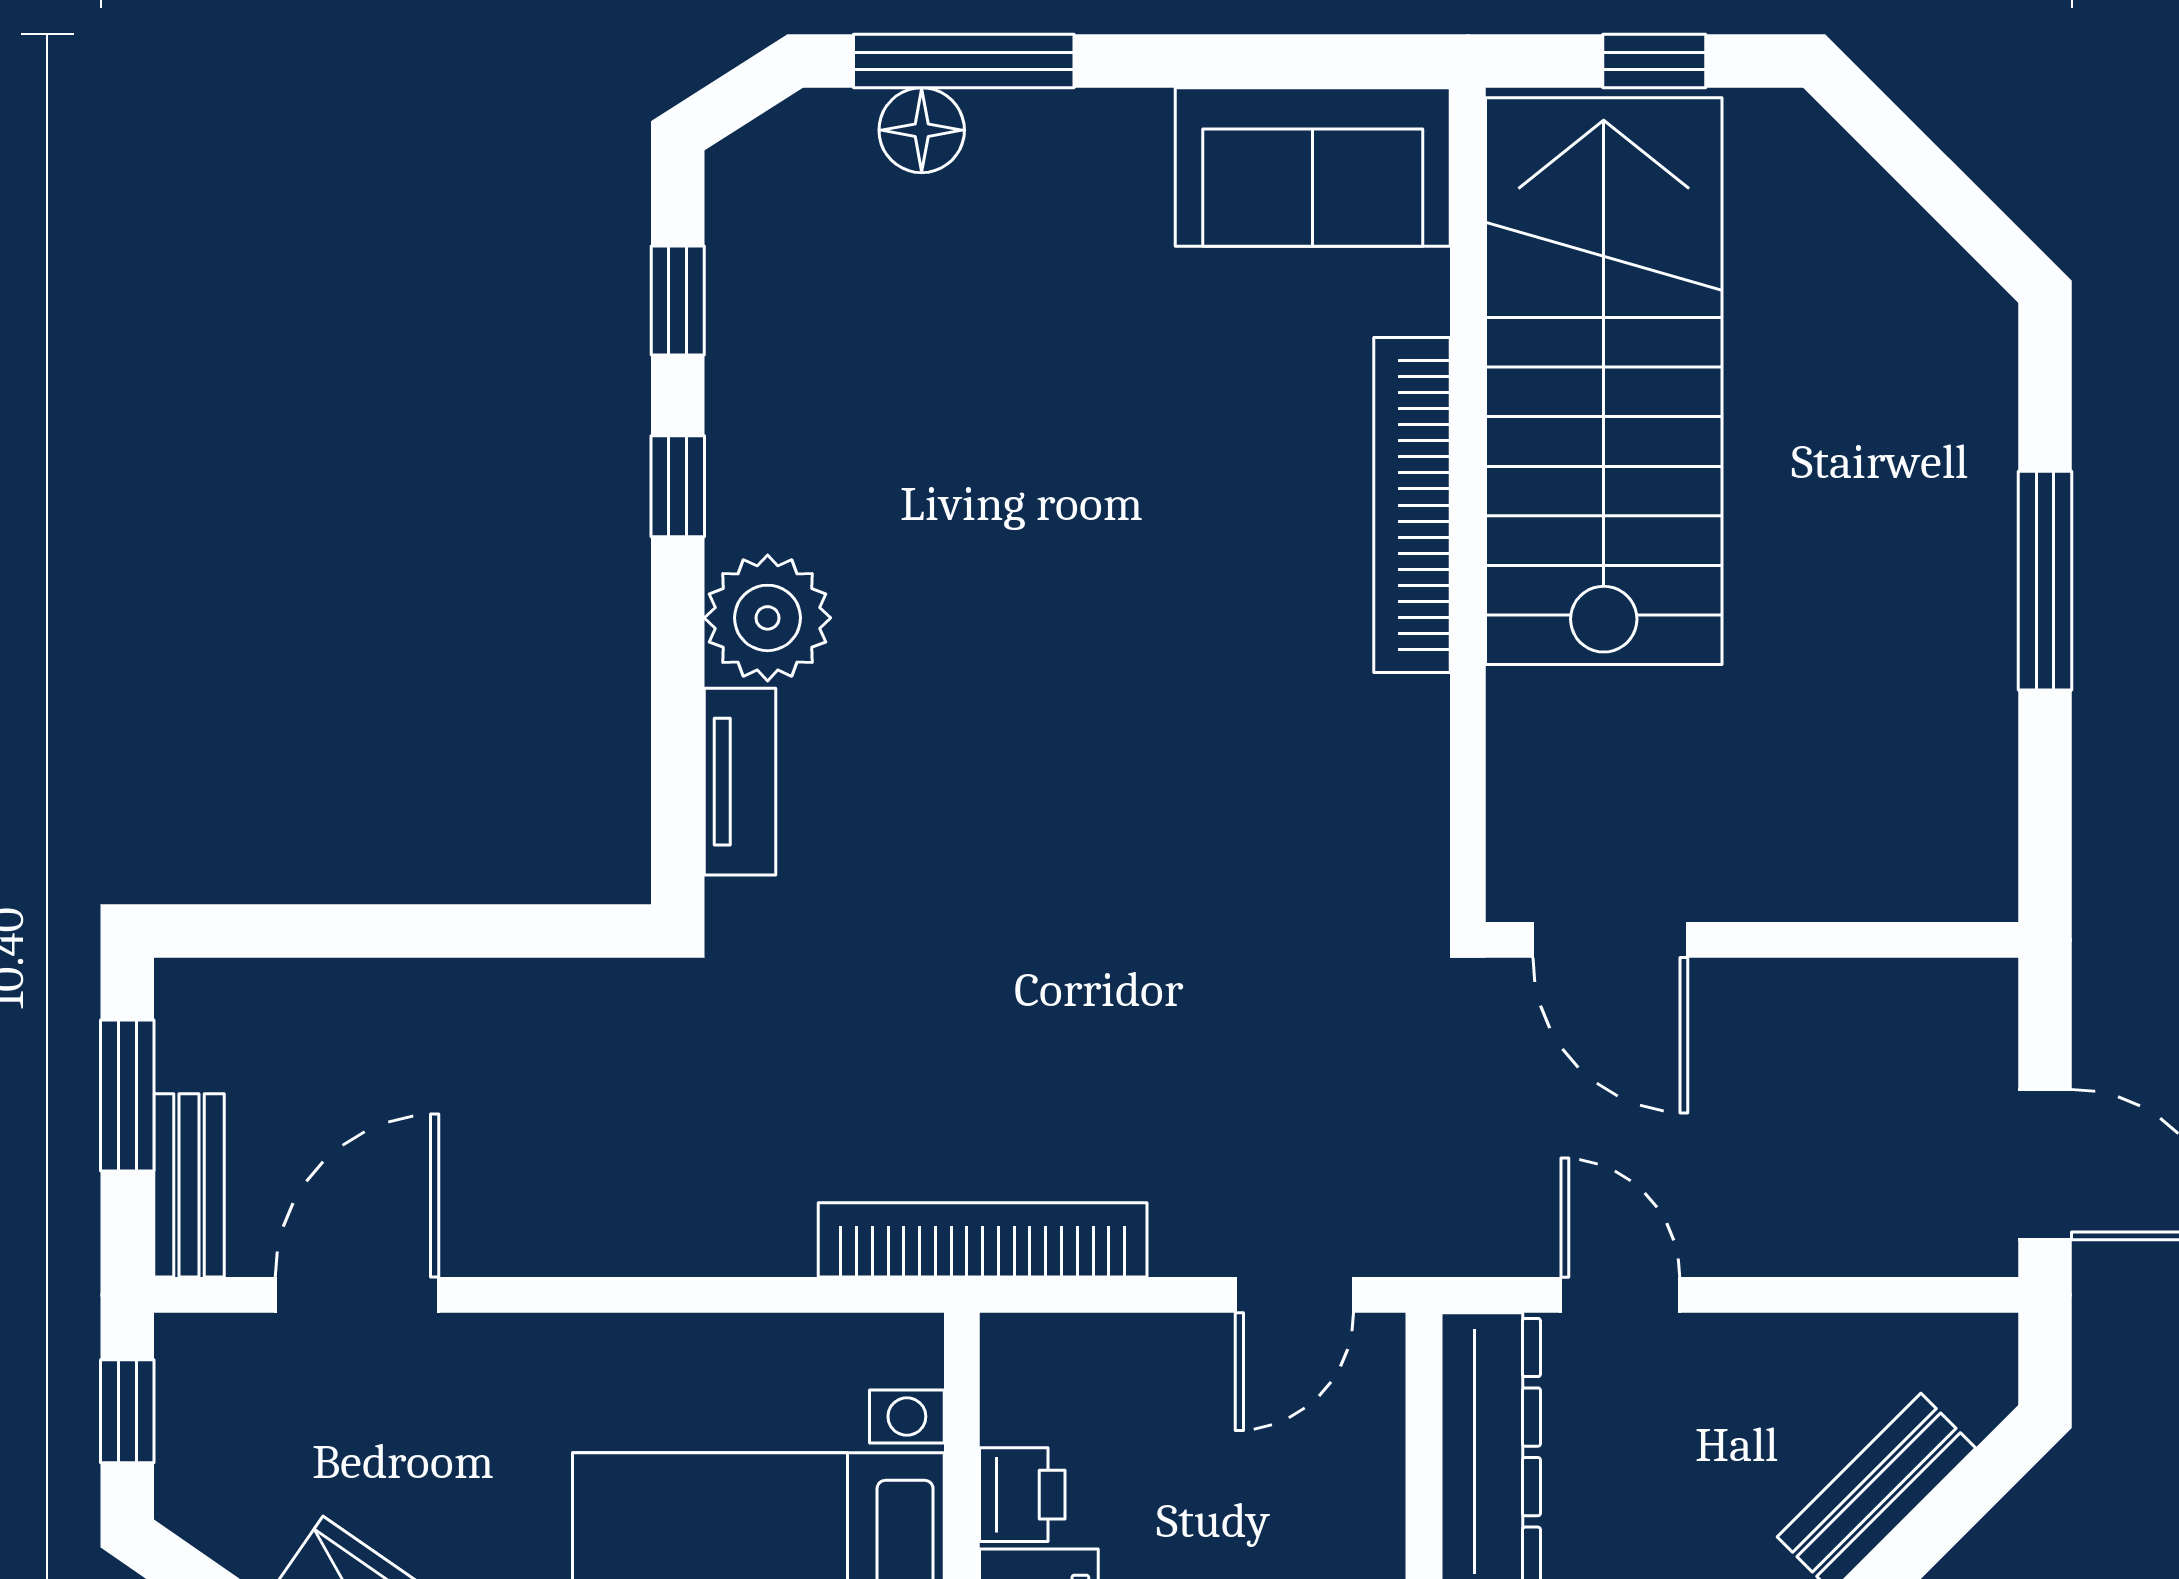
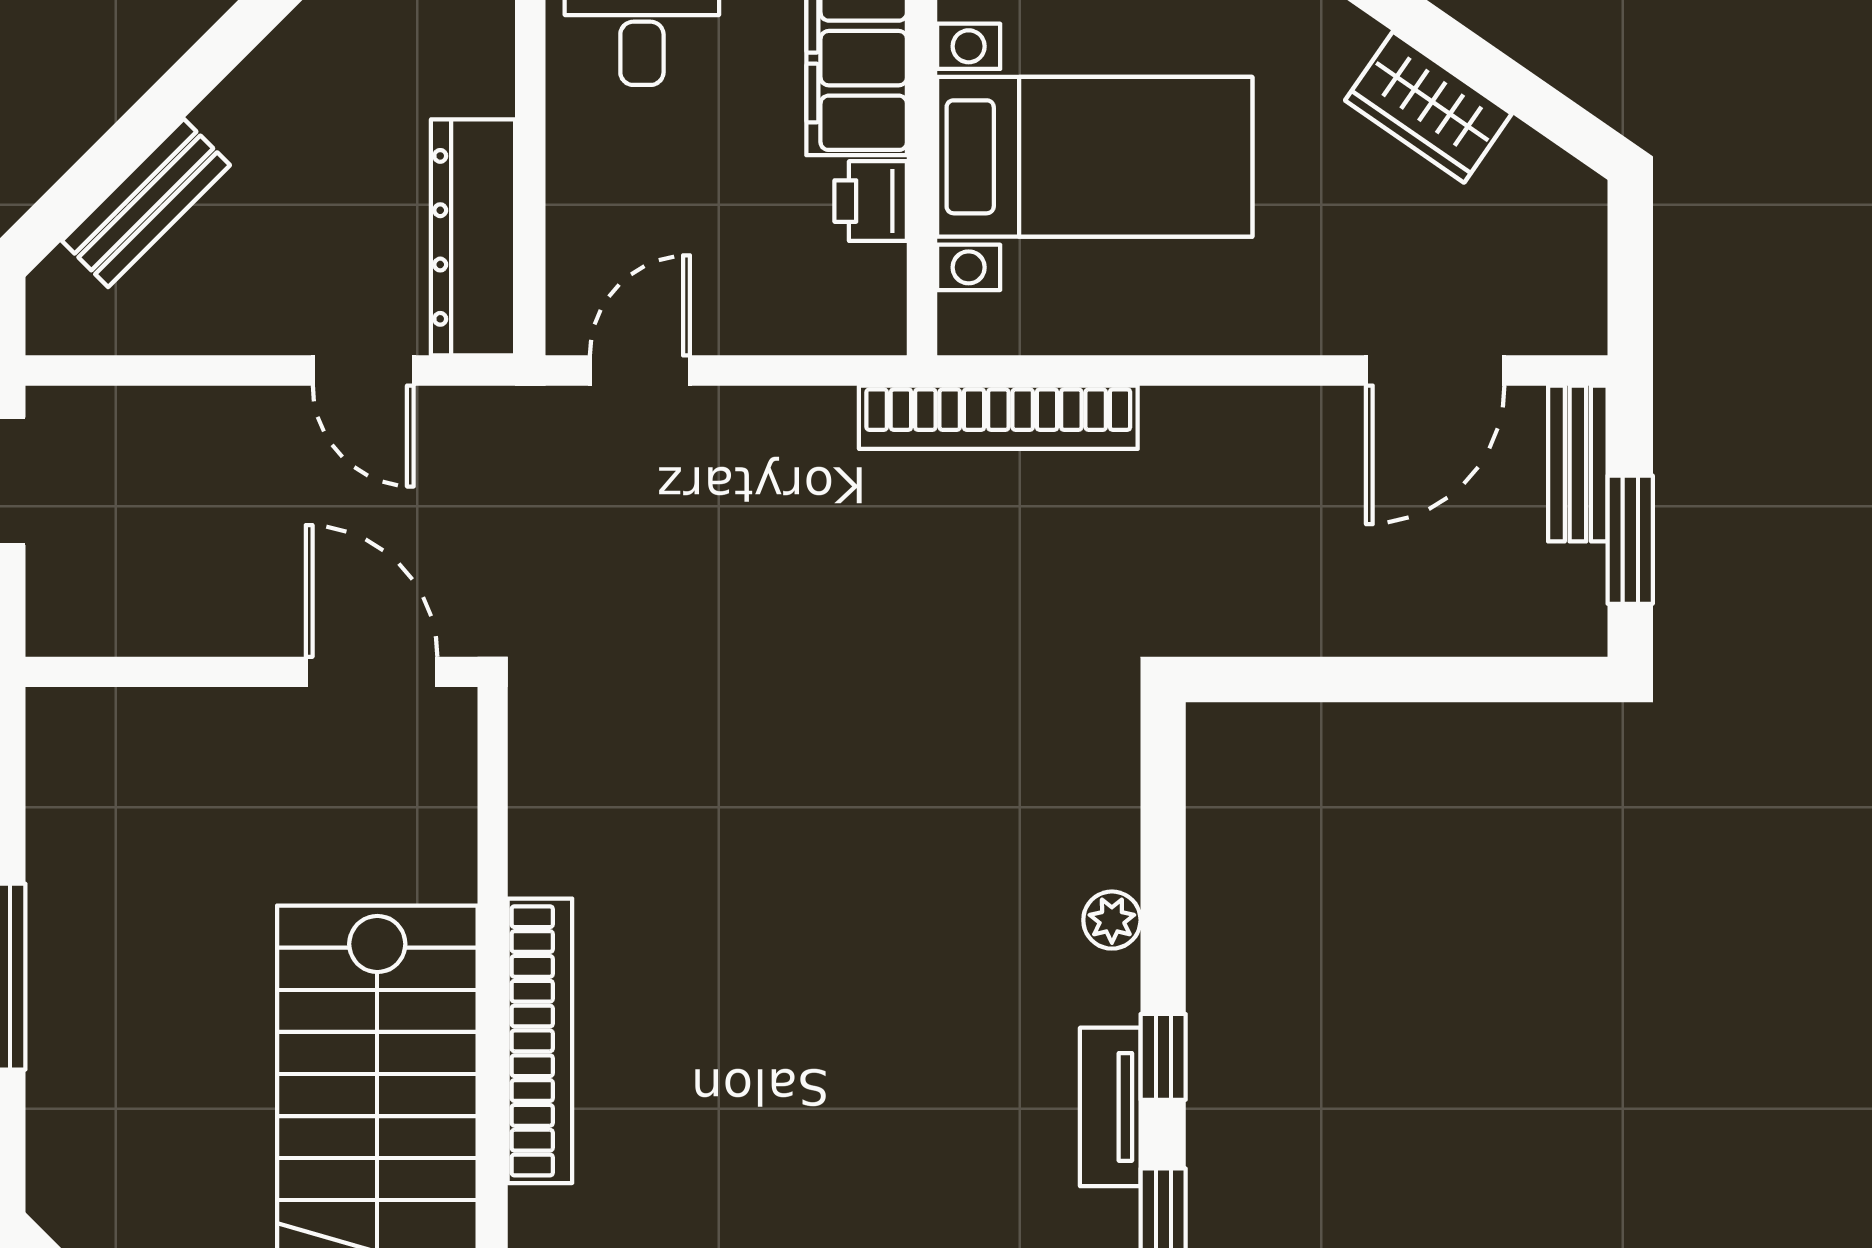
plant: (768, 618) -> (1112, 920), width x0.53, depth x0.53
tv unit: (740, 782) -> (1110, 1107), moved
bookcase: (983, 1240) -> (998, 417), moved
window: (127, 1411) -> (1630, 272), removed

